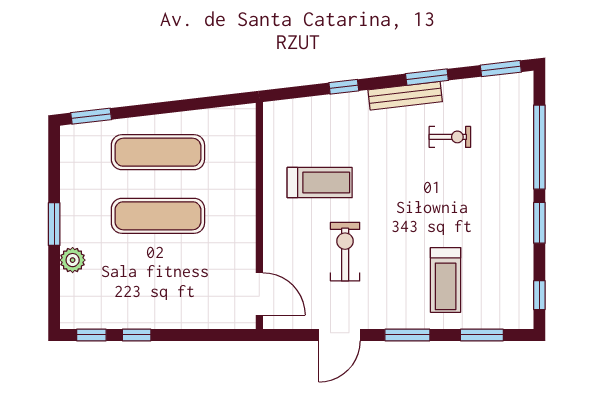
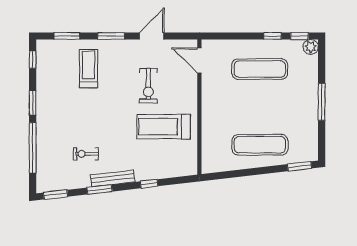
treadmill: (320, 183) -> (163, 127), width x1.37, depth x1.38
exercise mat: (158, 216) -> (260, 69), moved
window: (54, 224) -> (322, 102), width x1.44
plant: (73, 260) -> (311, 47), moved

